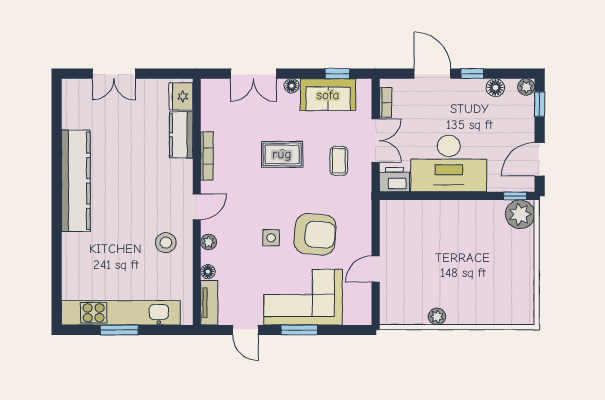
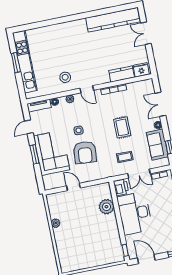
kitchen counter: (76, 181) -> (113, 20), moved
plant: (520, 214) -> (106, 207), moved

